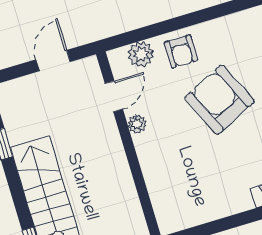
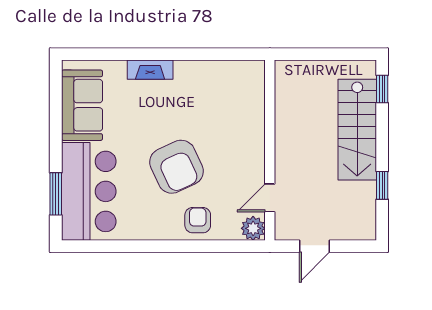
plant: (141, 54) -> (253, 228), moved
plant: (137, 124) -> (256, 167), removed

